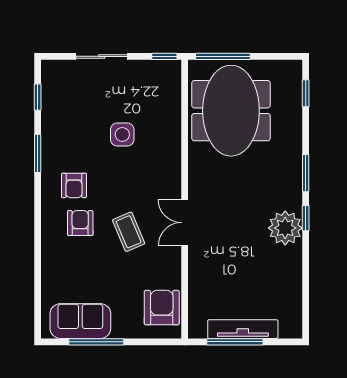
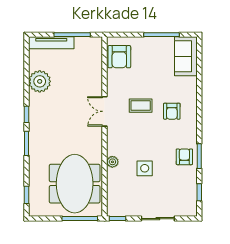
plant: (172, 144) -> (112, 162), added
armchair: (74, 185) -> (184, 157), moved
double door: (185, 223) -> (105, 111), swing flipped
plant: (285, 228) -> (40, 81), moved
coffee table: (129, 232) -> (141, 106), turned -67
sofa: (80, 321) -> (186, 56), moved, turned 90
tv unit: (243, 329) -> (51, 43), moved

